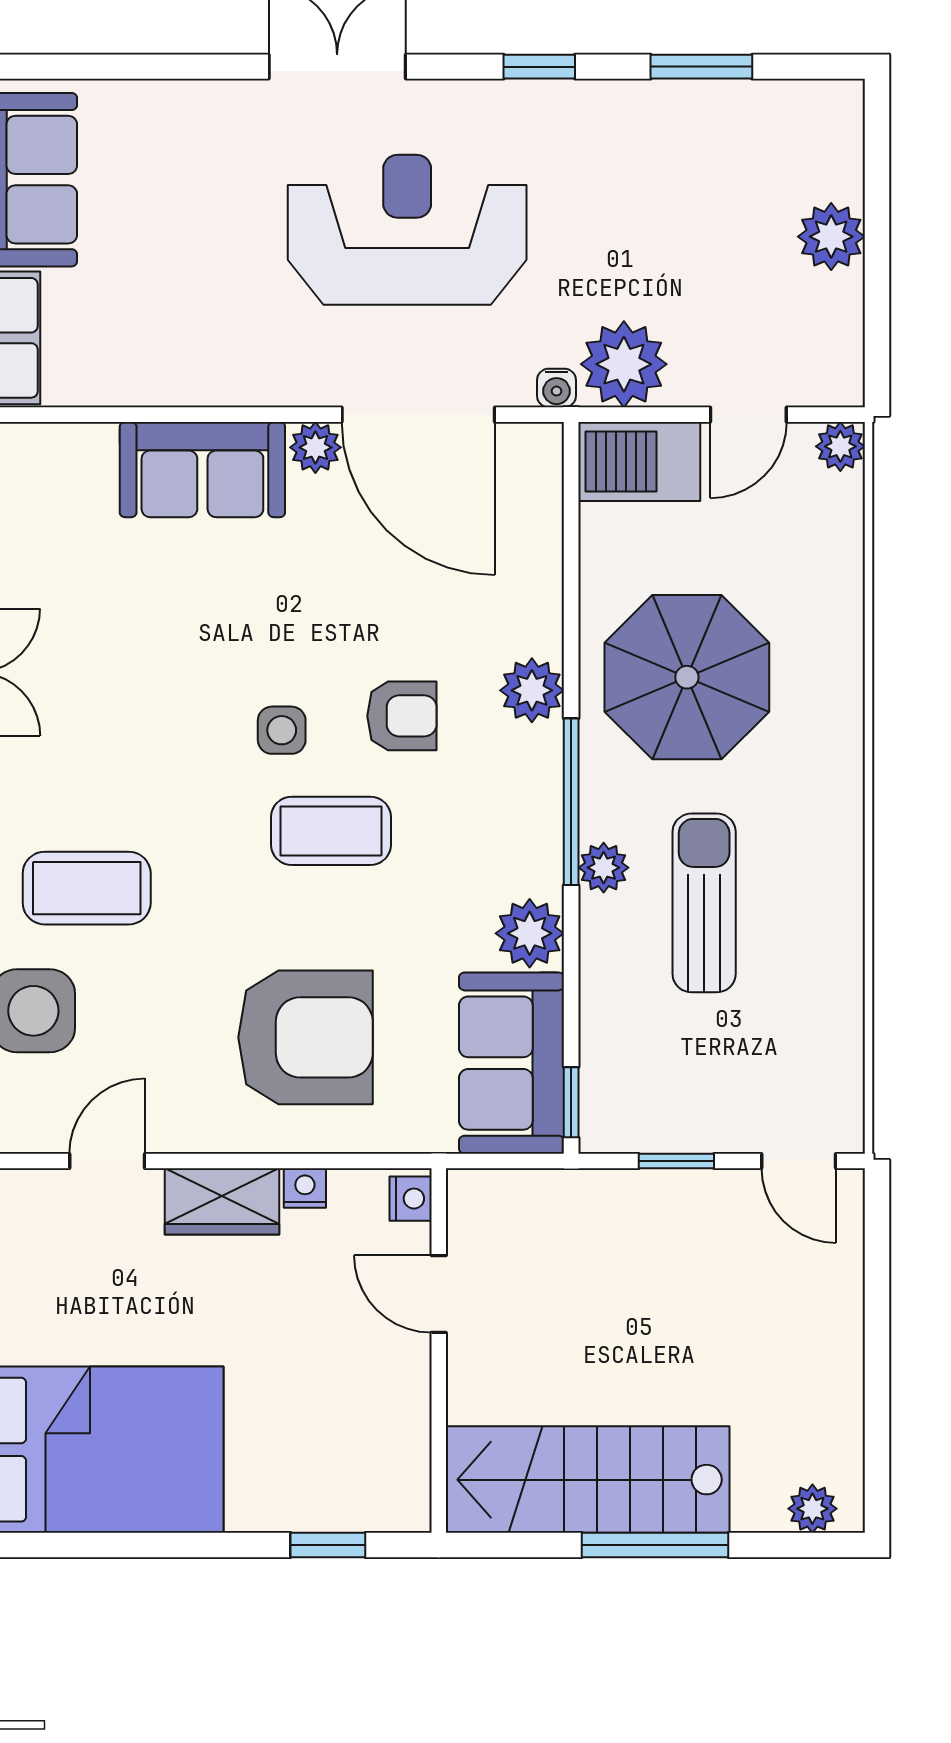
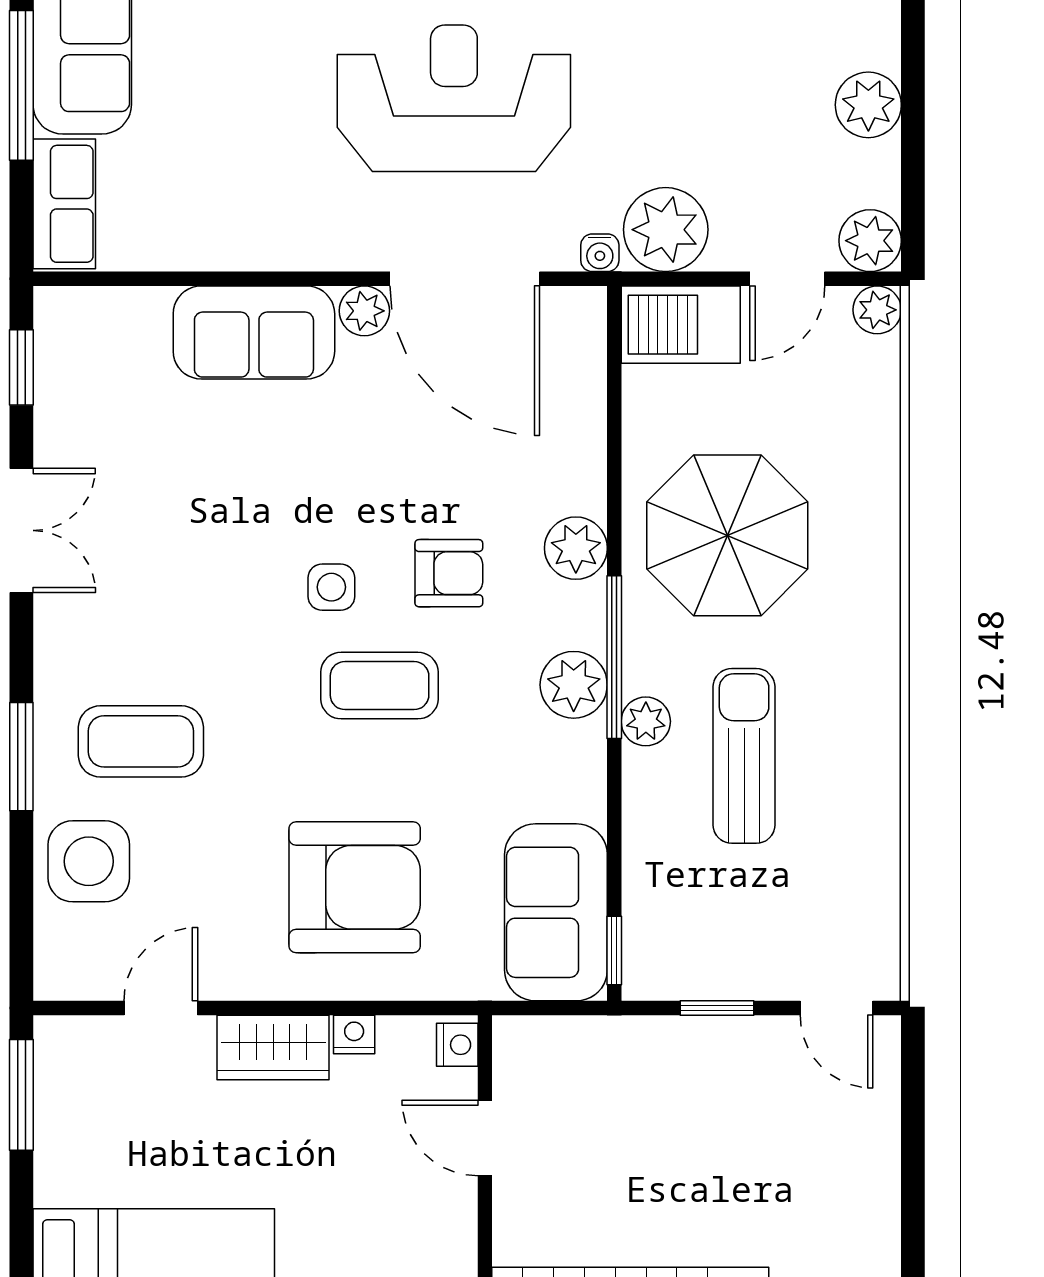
plant: (833, 376) -> (870, 241), added
plant: (530, 933) -> (574, 685), moved

